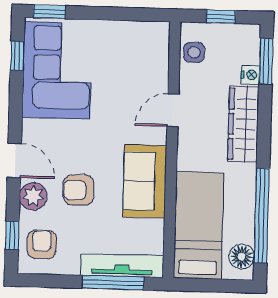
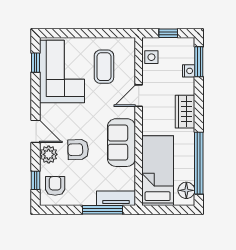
window: (49, 12) -> (56, 33), removed
coffee table: (121, 65) -> (104, 67), added
wardrobe: (243, 124) -> (185, 112), width x0.67
tv unit: (122, 265) -> (116, 198), width x0.71

